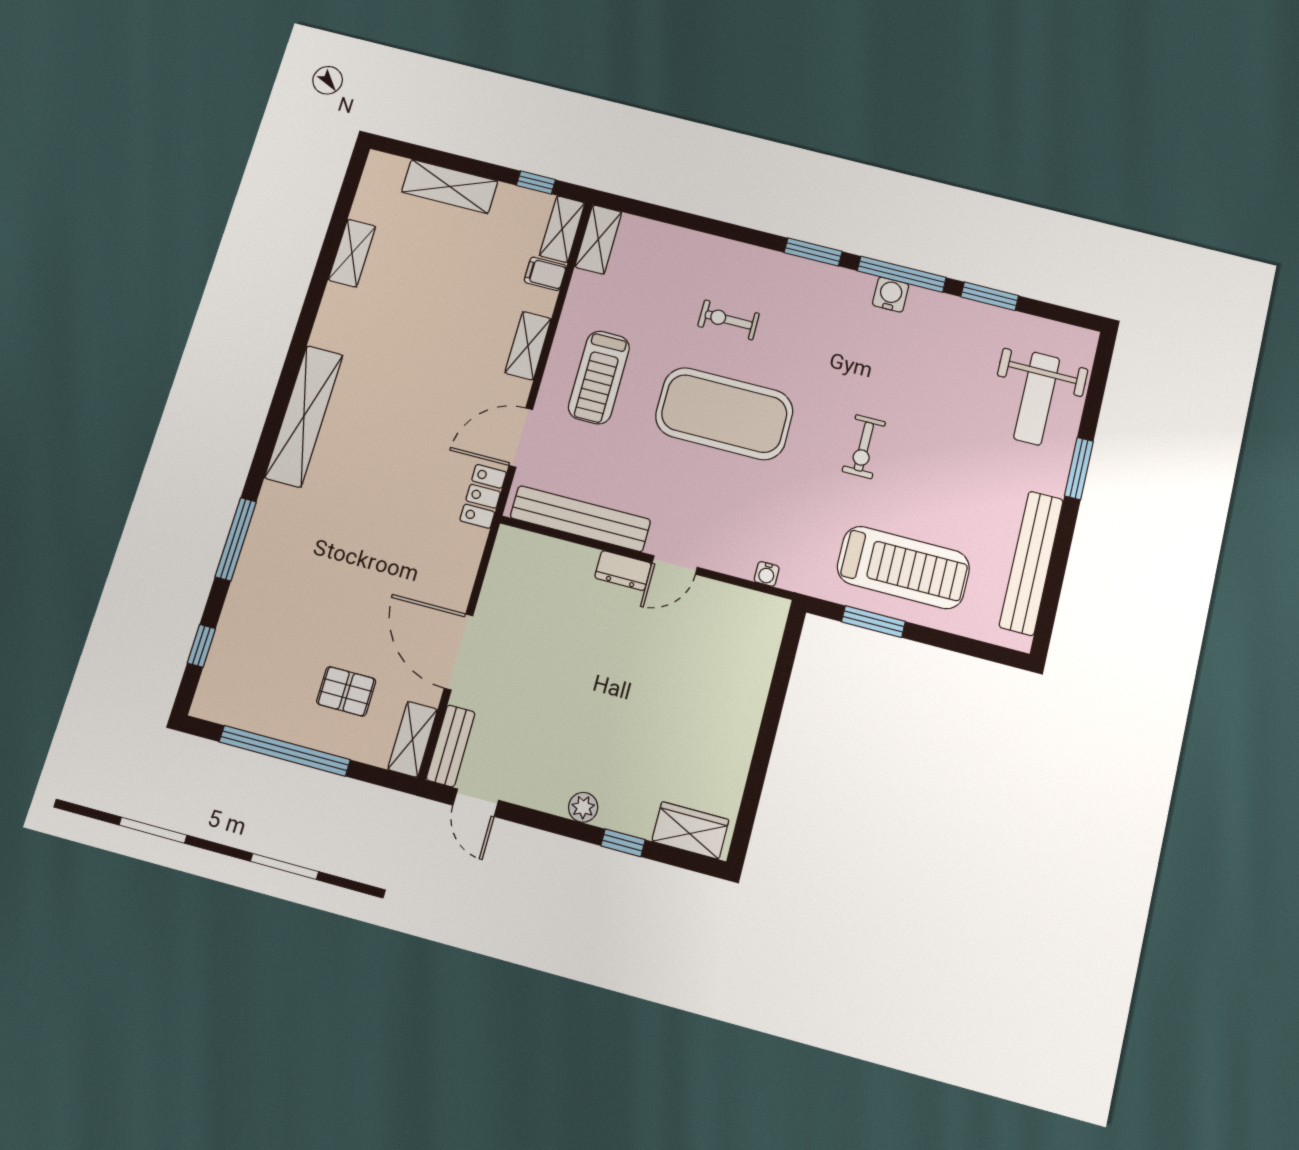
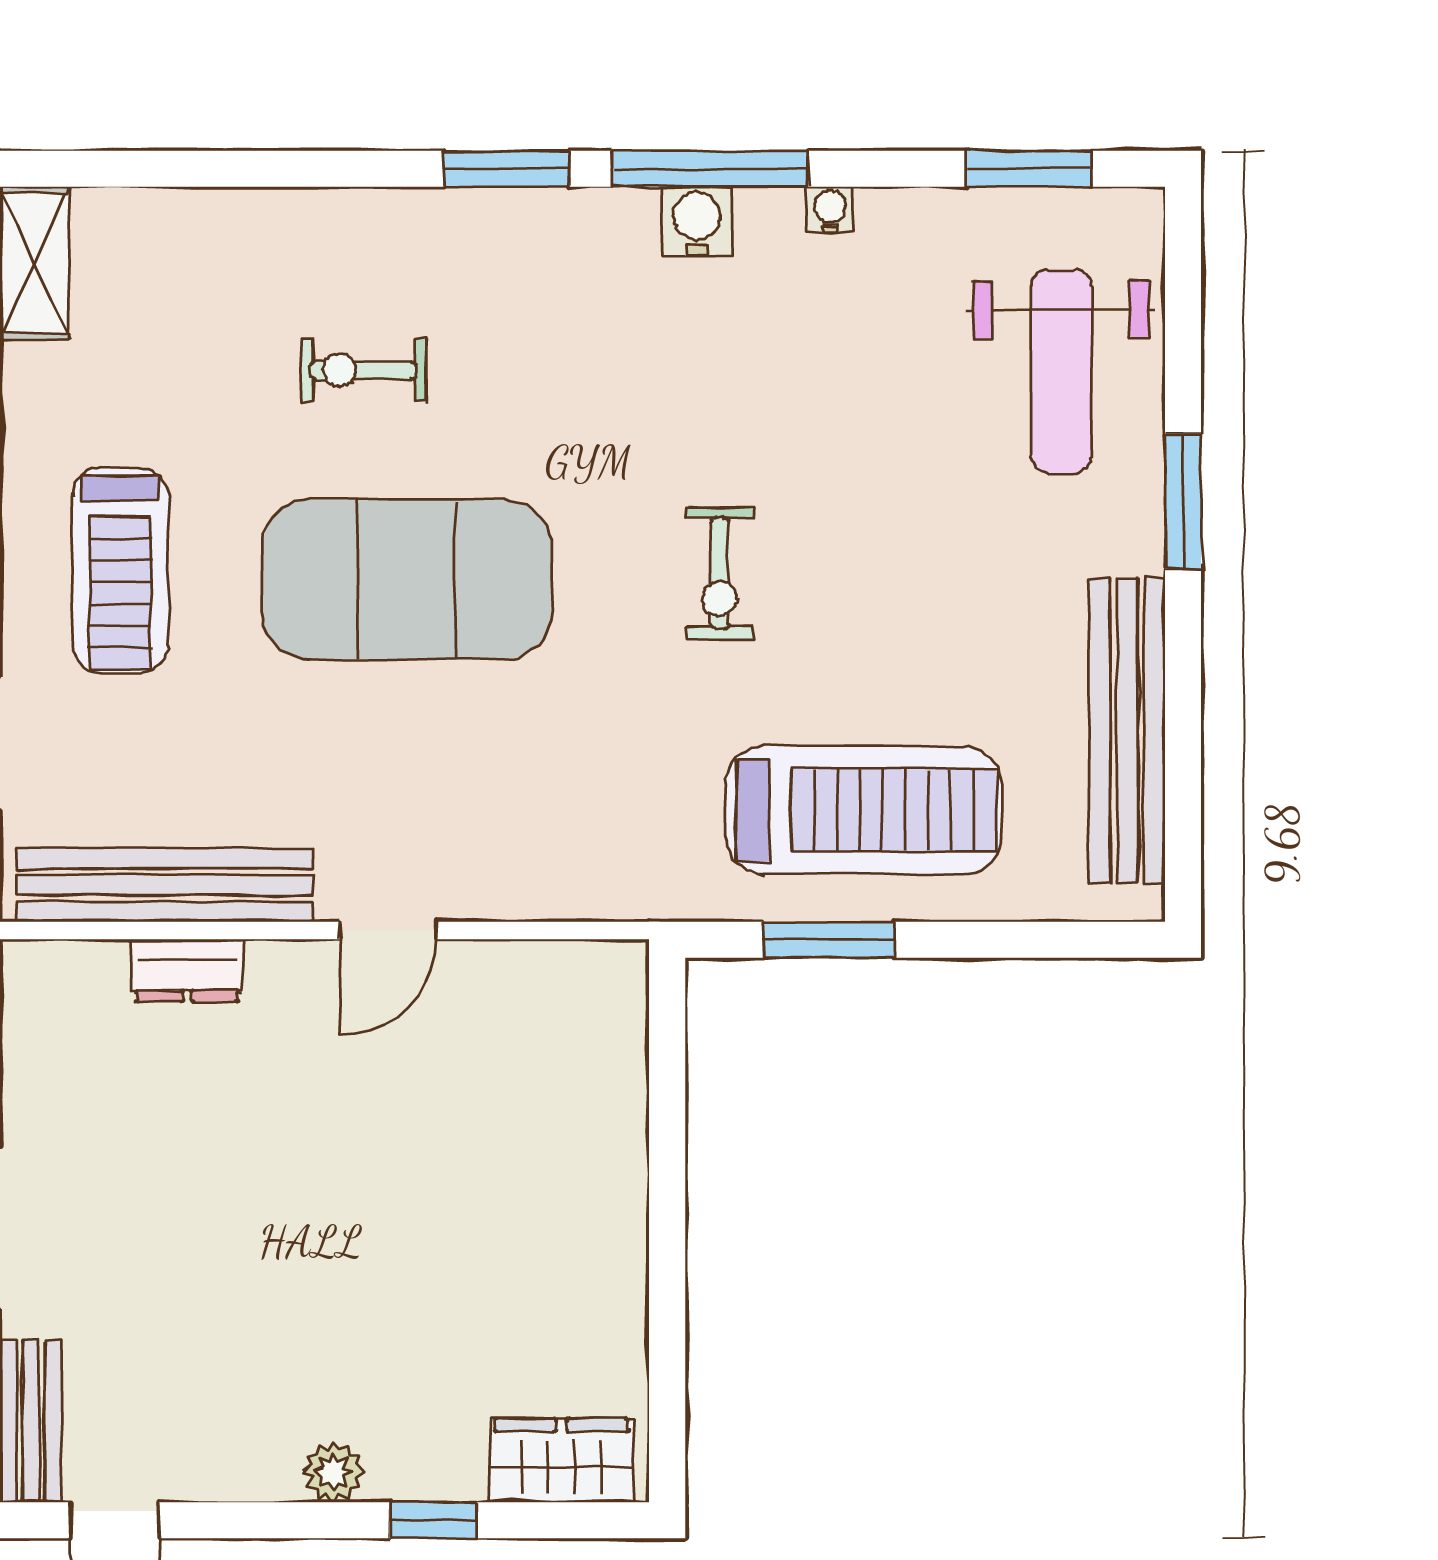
window: (990, 296) -> (1029, 169), moved
dresser: (623, 571) -> (187, 970), moved
water cooler: (767, 574) -> (830, 210), moved, turned 180

